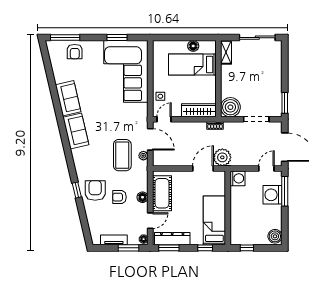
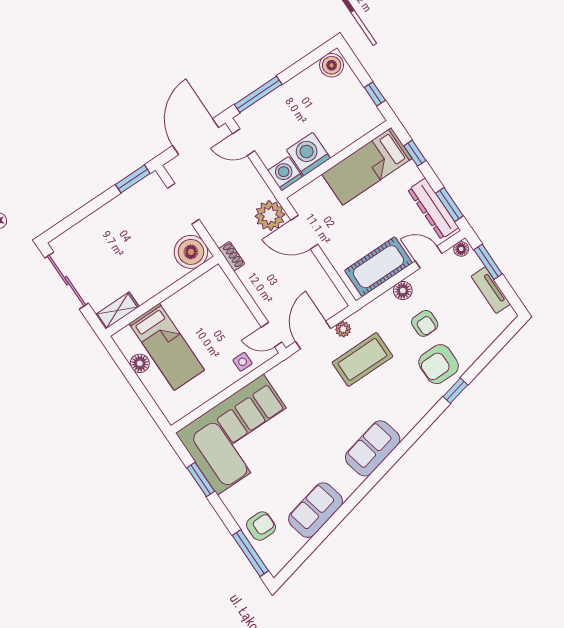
sofa: (68, 98) -> (316, 510), moved
wardrobe: (199, 110) -> (226, 294), removed
washing machine: (273, 195) -> (308, 154), moved, turned 180

